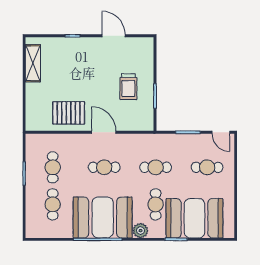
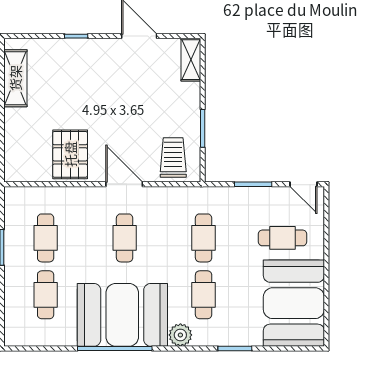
shelving: (147, 51) -> (191, 60), added
trolley: (128, 87) -> (173, 157), moved, turned 180
pallet: (69, 113) -> (70, 154), turned 90
cafe table: (104, 167) -> (125, 238), turned 90
cafe table: (156, 167) -> (204, 238), turned 90
booth: (194, 218) -> (294, 303), moved, turned 90

